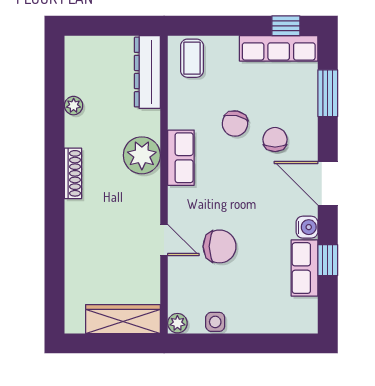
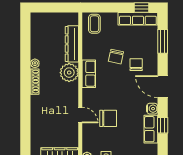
dresser: (147, 72) -> (72, 44), moved
plant: (74, 106) -> (35, 63), moved

